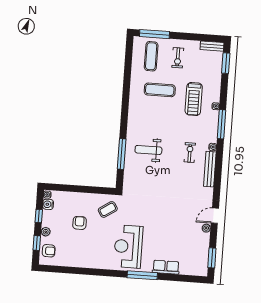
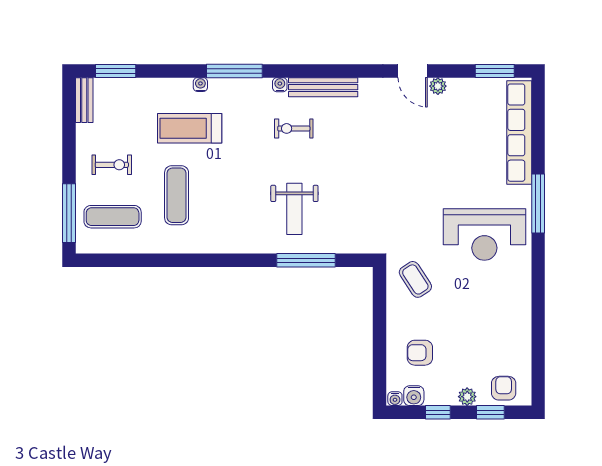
treadmill: (194, 99) -> (190, 128), turned 180
armchair: (80, 223) -> (420, 353), moved
row of seats: (166, 267) -> (519, 133), width x2.02

